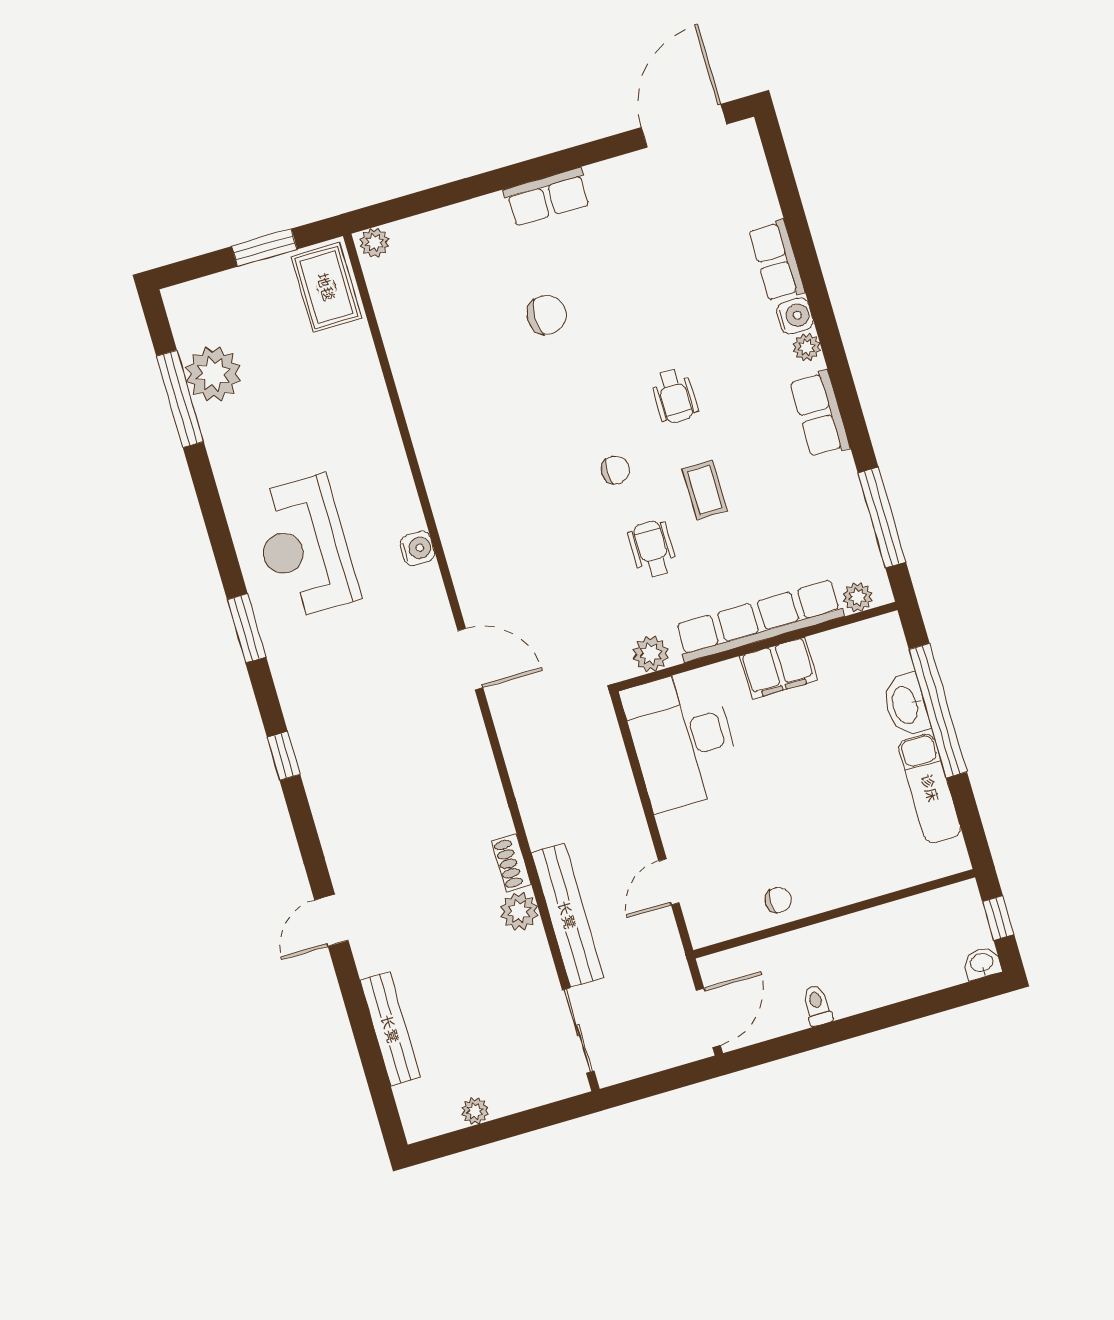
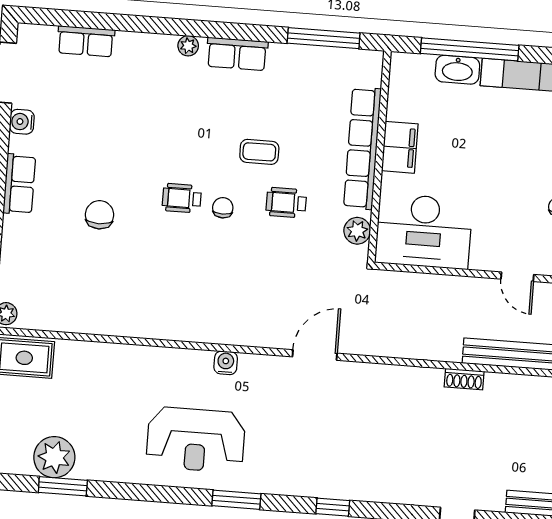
row of seats: (777, 261) -> (86, 41), moved
water cooler: (795, 316) -> (22, 122), moved, turned -90
wheelchair: (674, 396) -> (182, 198), moved, turned 180
window: (180, 399) -> (63, 486), width x0.69
plant: (858, 597) -> (372, 75), removed
plant: (519, 911) -> (499, 386), removed

